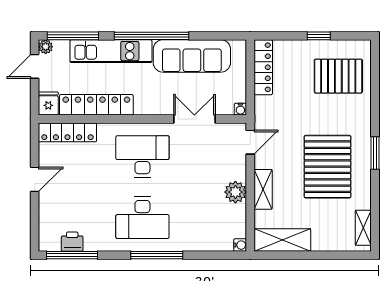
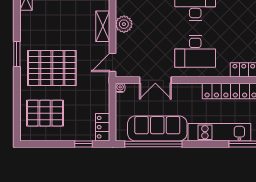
window: (152, 36) -> (153, 144), moved
window: (319, 36) -> (84, 144), moved
locker: (263, 67) -> (103, 127), width x0.66
pallet: (327, 167) -> (52, 68), moved, turned 90

